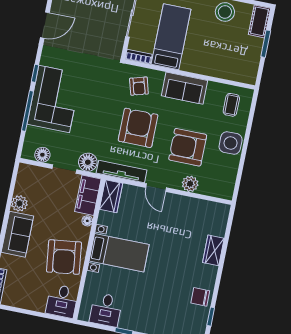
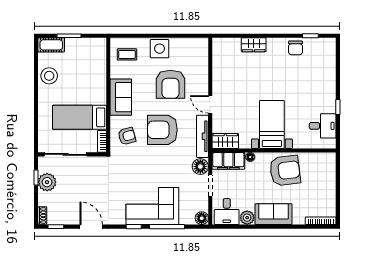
floor lamp: (42, 155) -> (202, 218), moved
plant: (190, 184) -> (201, 76), removed
door: (156, 188) -> (210, 104), swing flipped
desk: (62, 301) -> (227, 211), moved, turned 90

